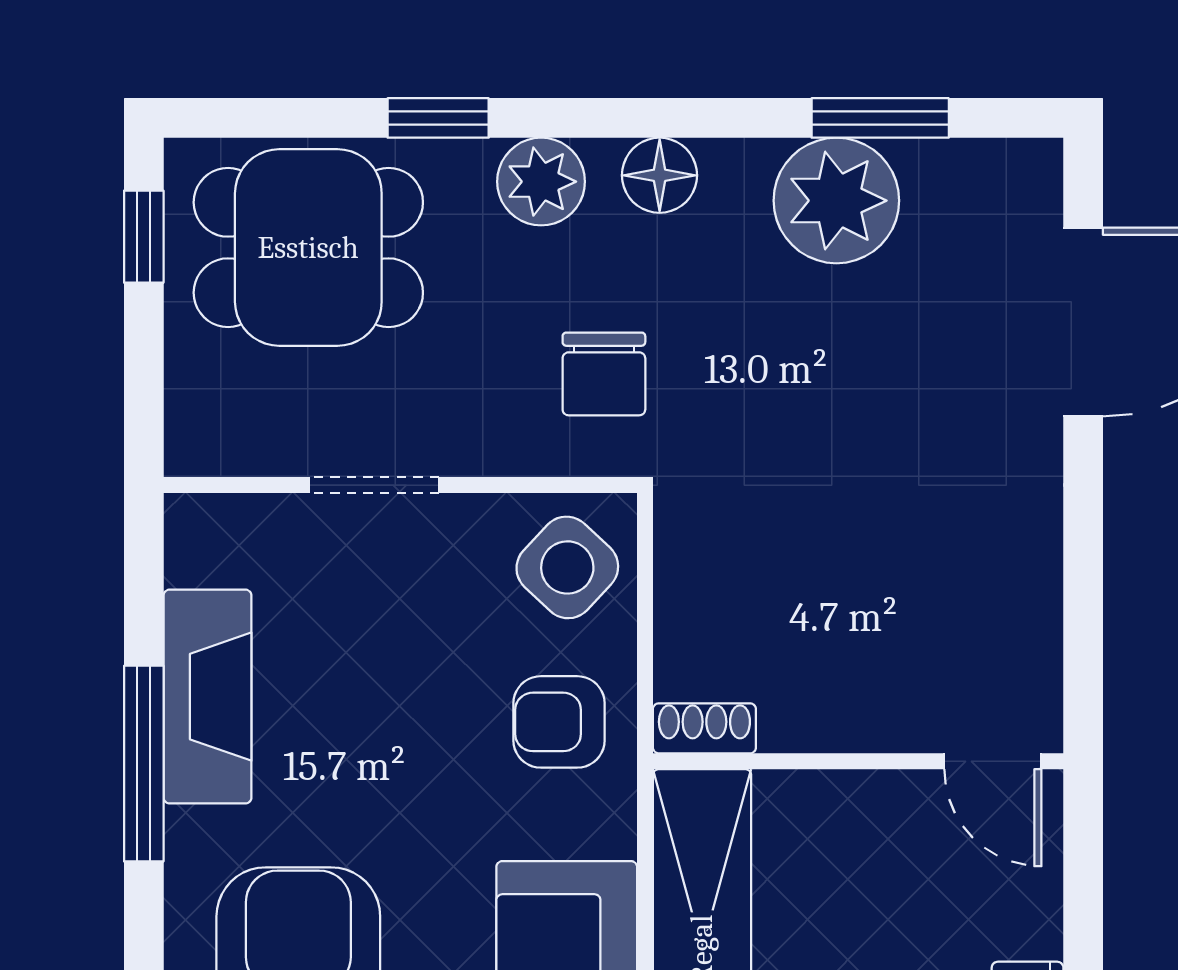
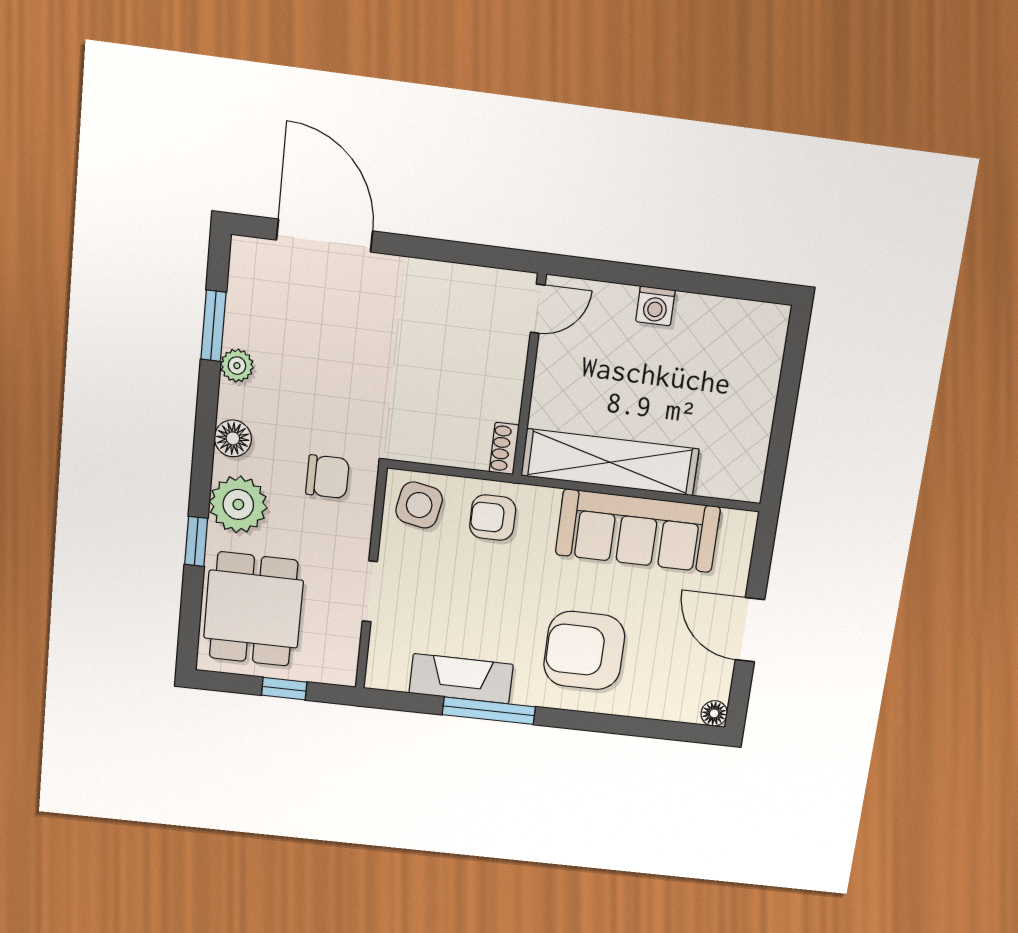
plant: (541, 182) -> (238, 504), width x1.36, depth x1.36
plant: (836, 201) -> (237, 366), width x0.53, depth x0.53
window: (144, 237) -> (284, 689), moved
side table: (567, 567) -> (419, 505), turned -32
armchair: (559, 722) -> (493, 518), turned 90

